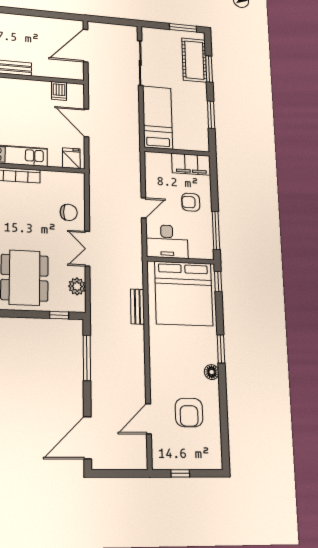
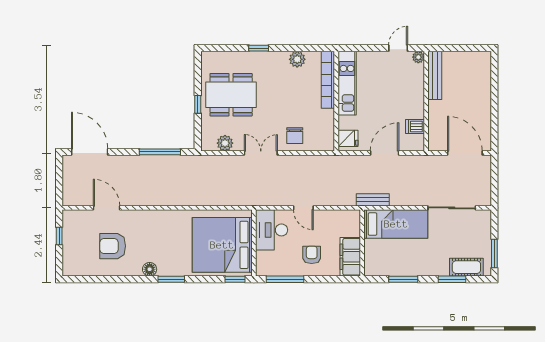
cot: (194, 60) -> (466, 267), width x0.73, depth x0.75
bench: (137, 307) -> (373, 200), moved
window: (59, 315) -> (198, 104), moved

